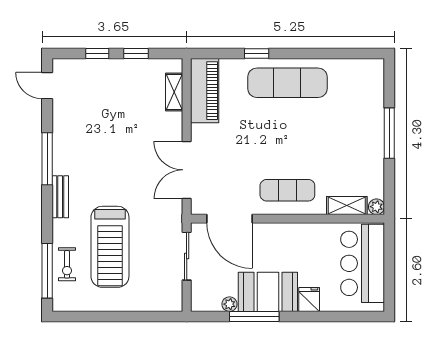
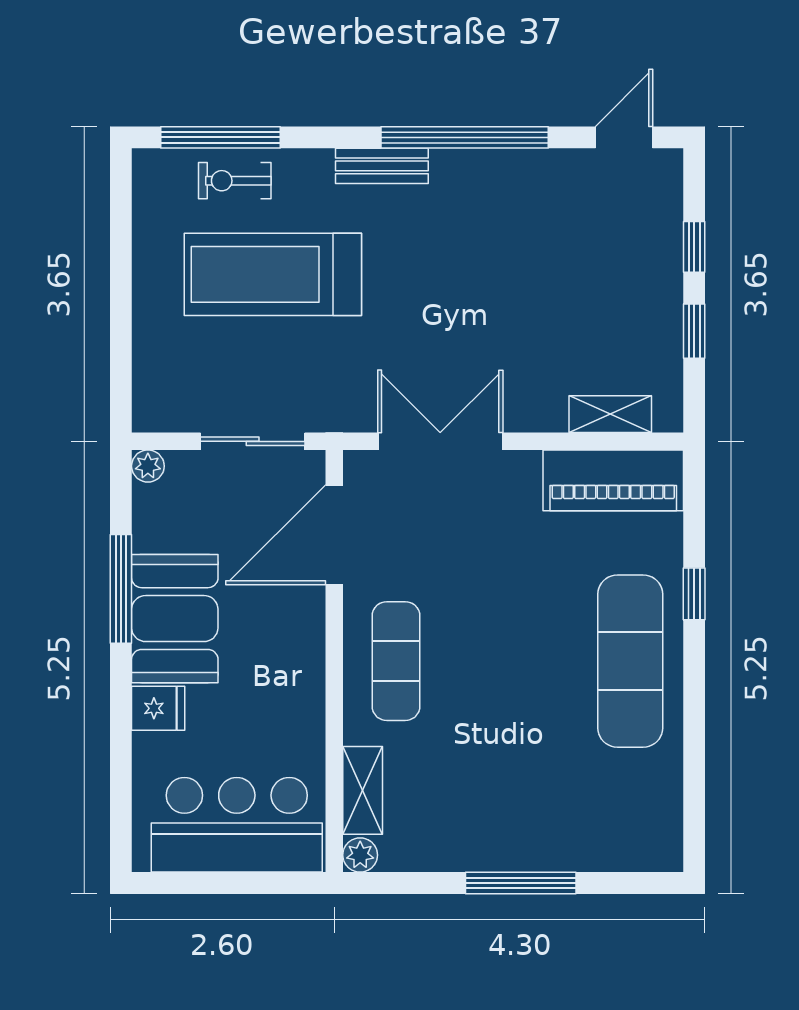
window: (47, 159) -> (465, 137), width x1.46
plant: (229, 304) -> (148, 466), moved

